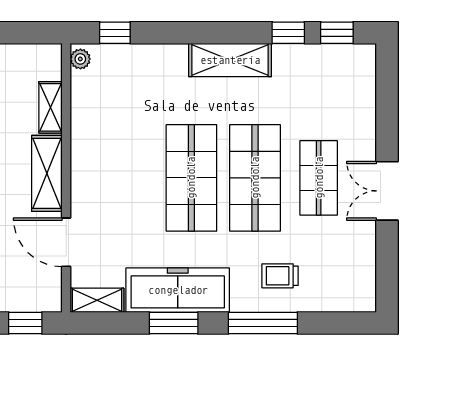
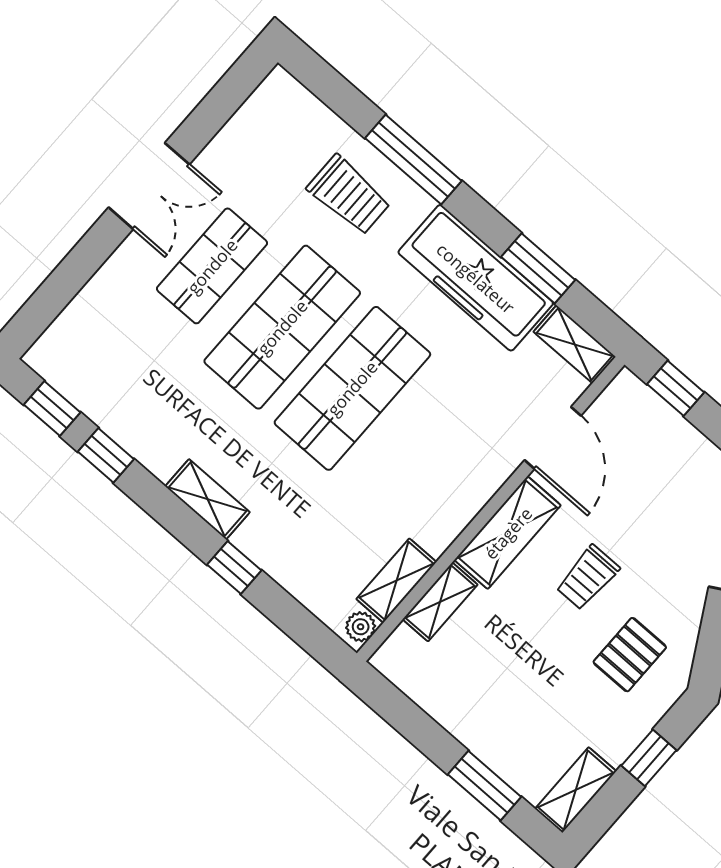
window: (115, 33) -> (234, 567), moved
shelving: (230, 60) -> (208, 499), width x0.67, depth x0.75
shelving: (83, 99) -> (396, 581), added
trolley: (280, 276) -> (349, 195), width x1.36, depth x1.39
window: (174, 323) -> (538, 268), moved

